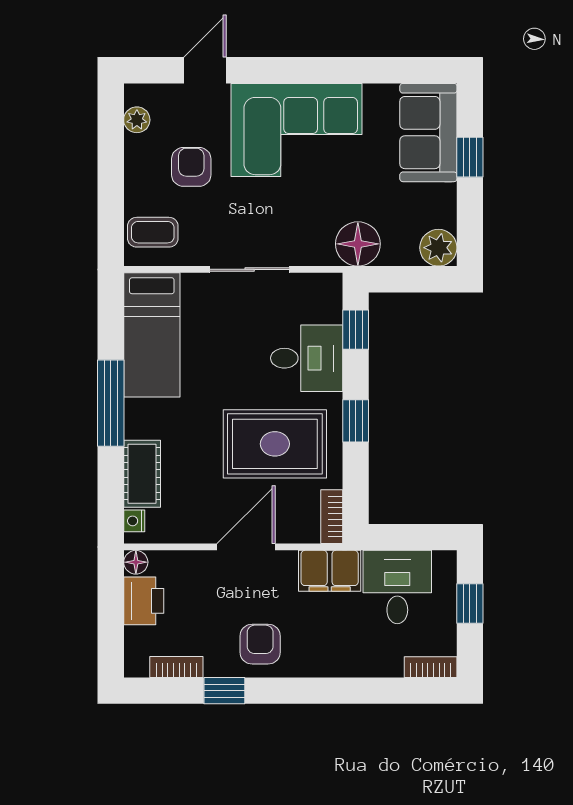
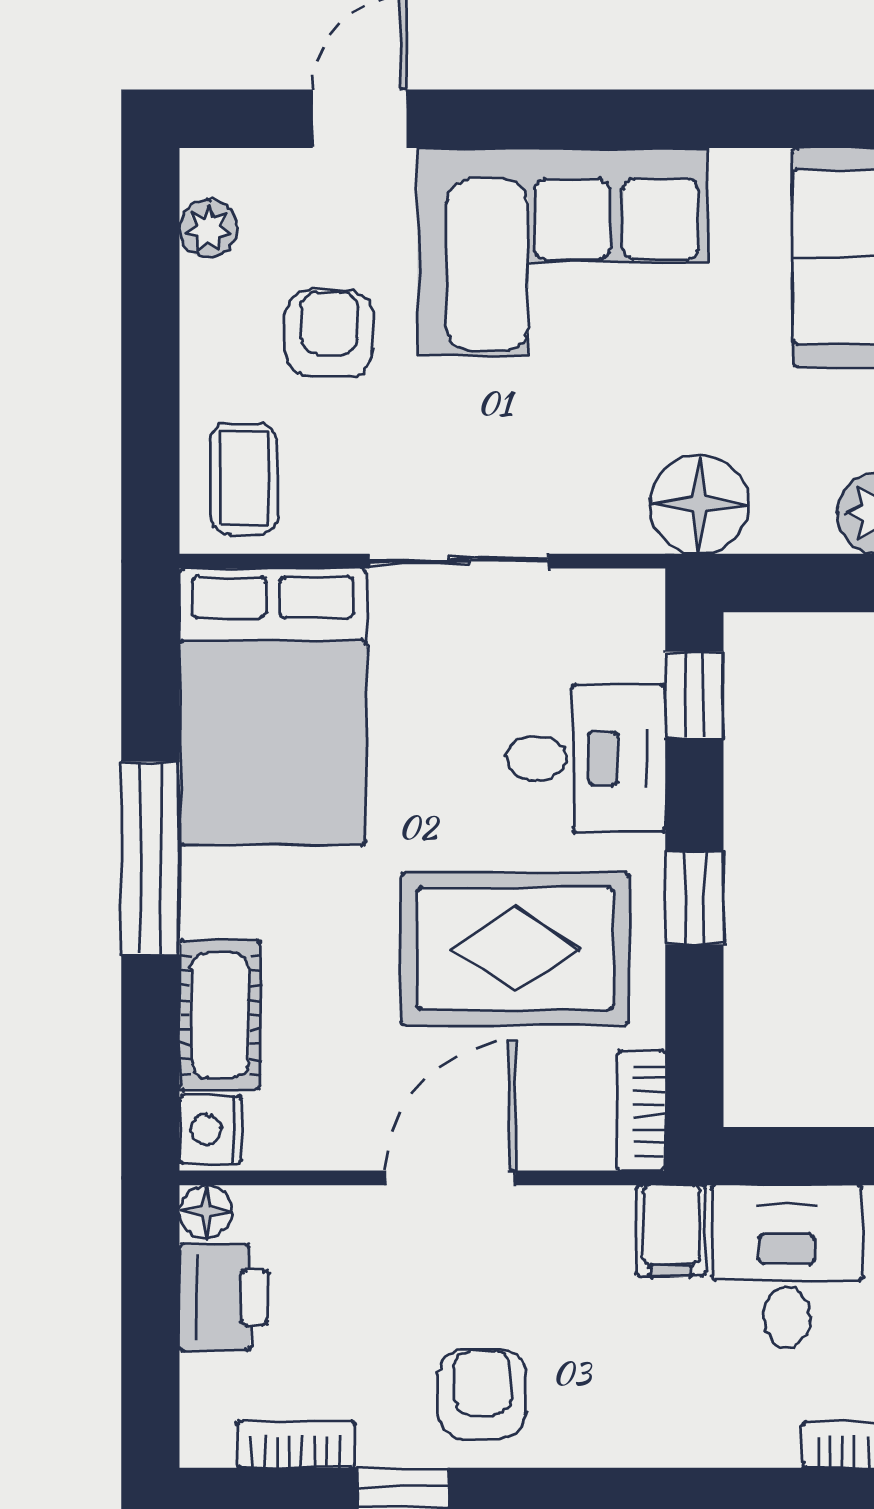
coffee table: (153, 232) -> (244, 478), turned 90
bed: (152, 335) -> (273, 707), width x1.50
nightstand: (134, 521) -> (211, 1129), width x1.39, depth x1.35
filing cabinet: (330, 571) -> (671, 1231), width x0.50

